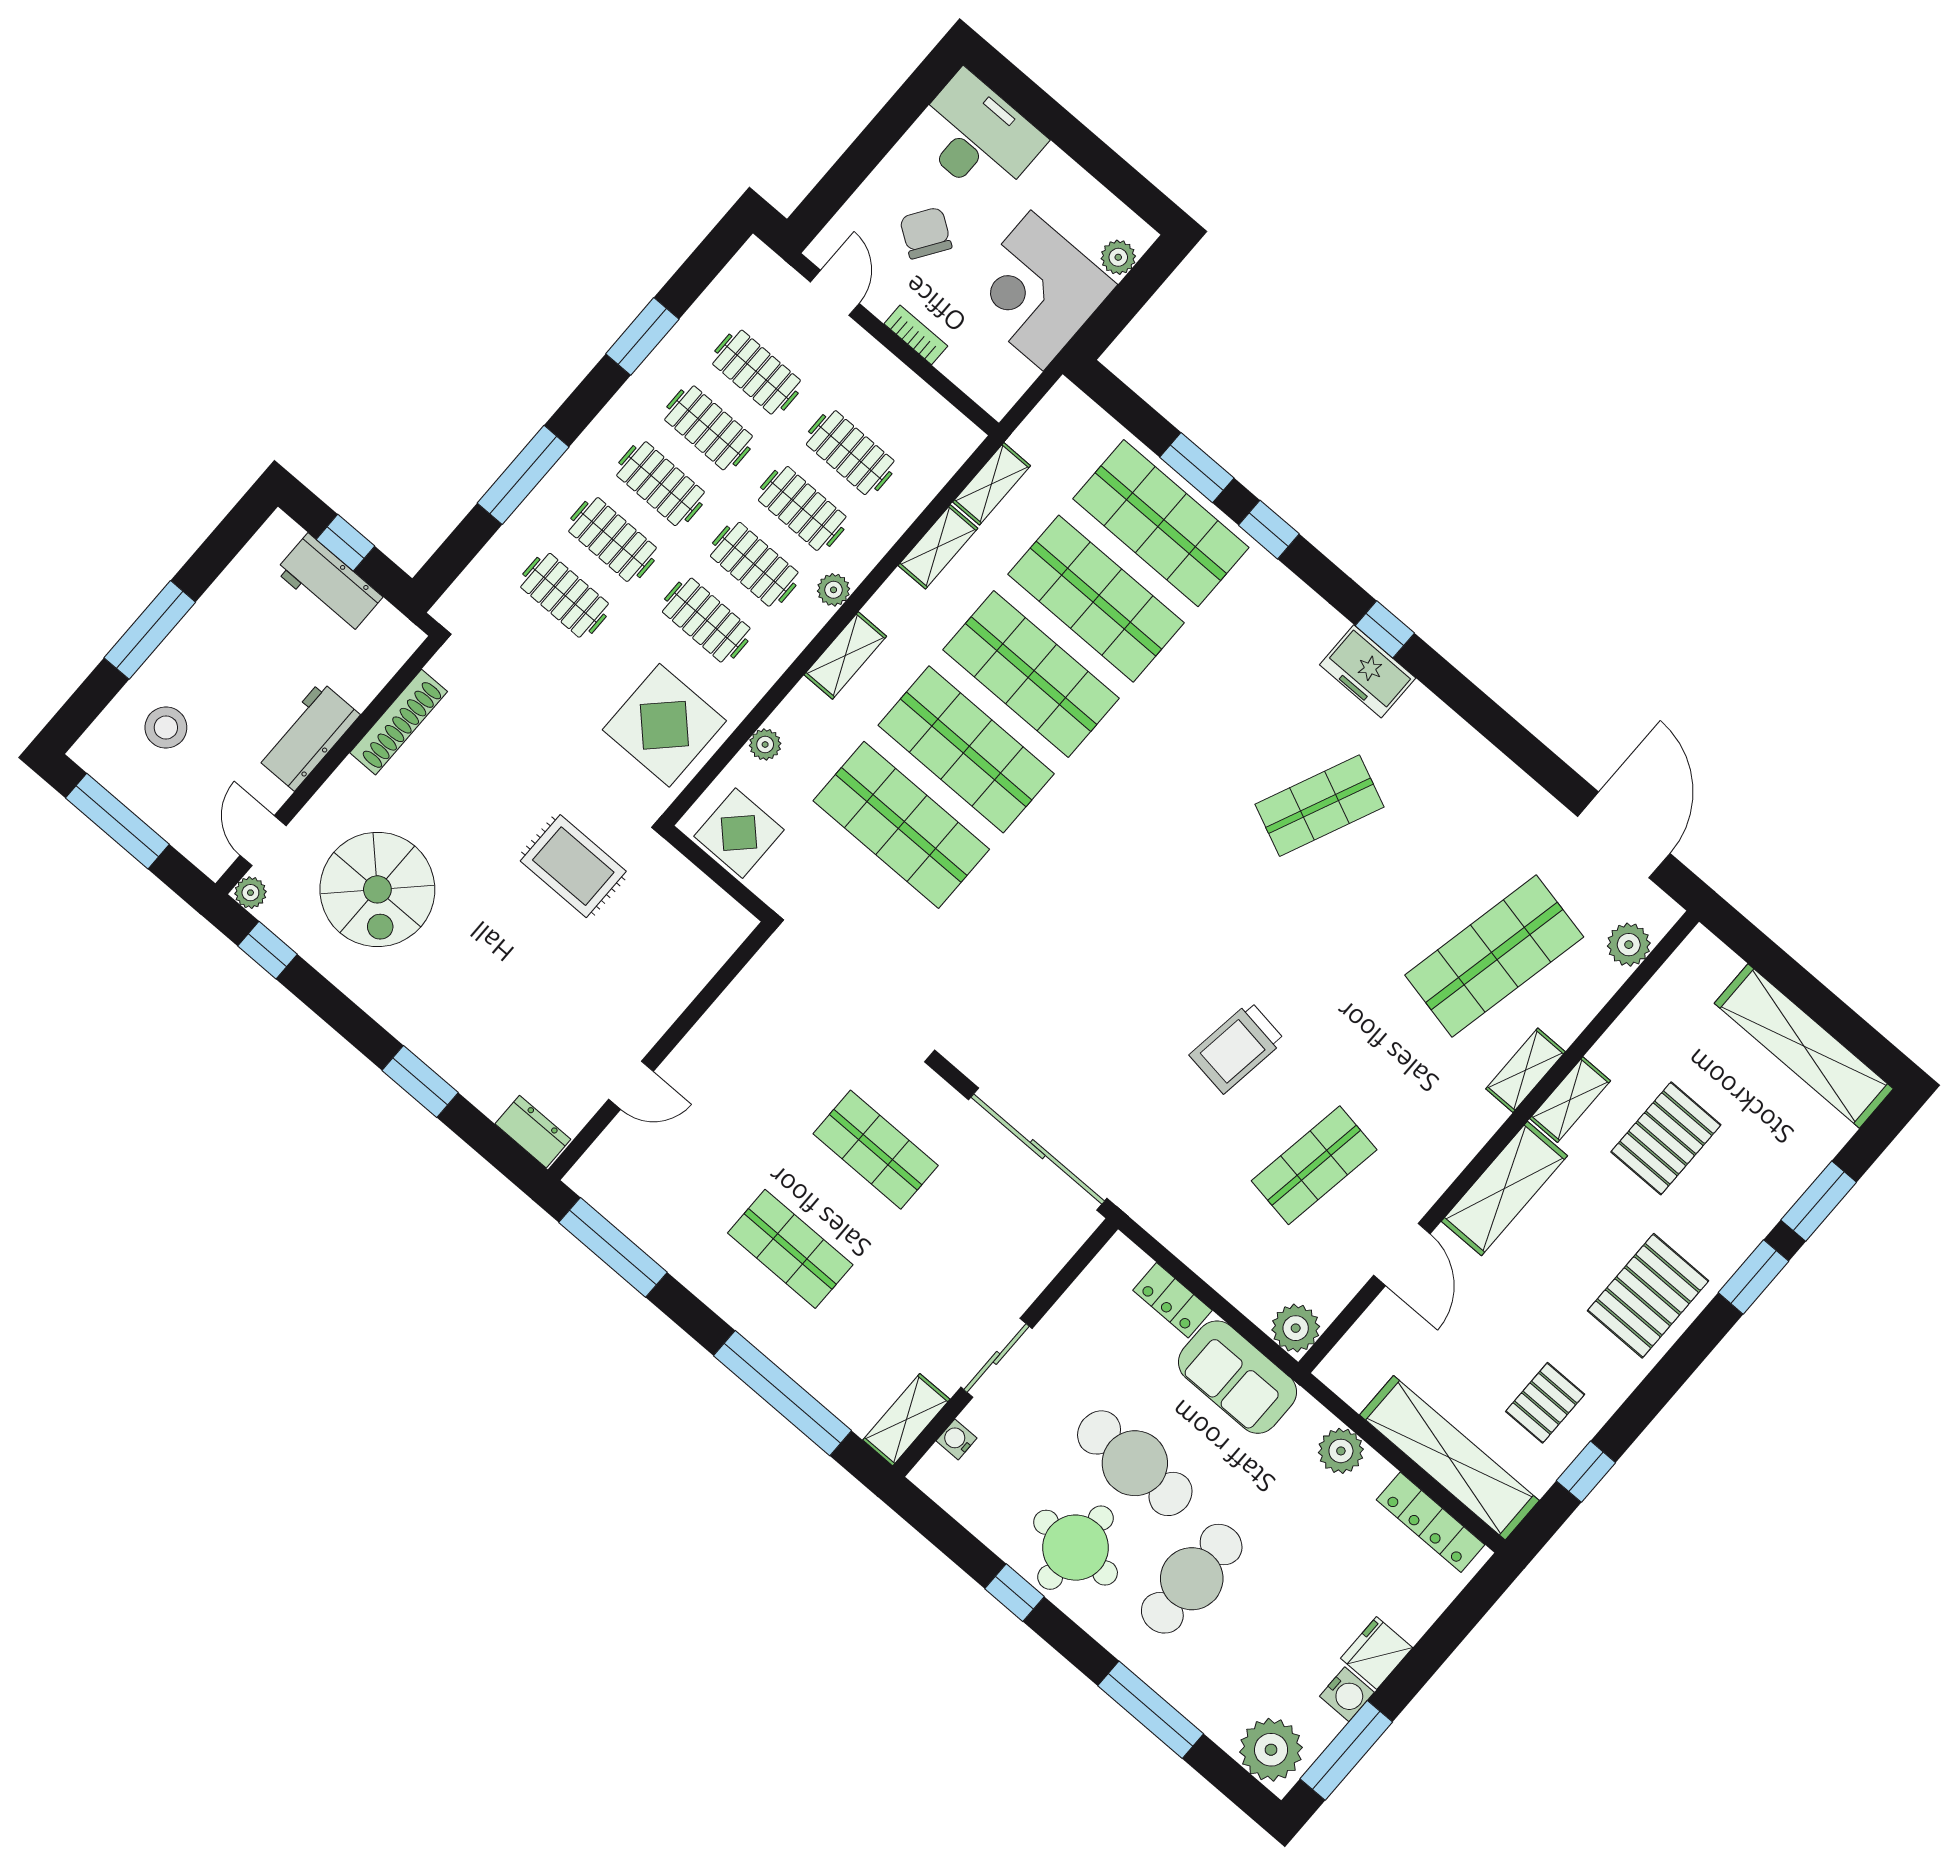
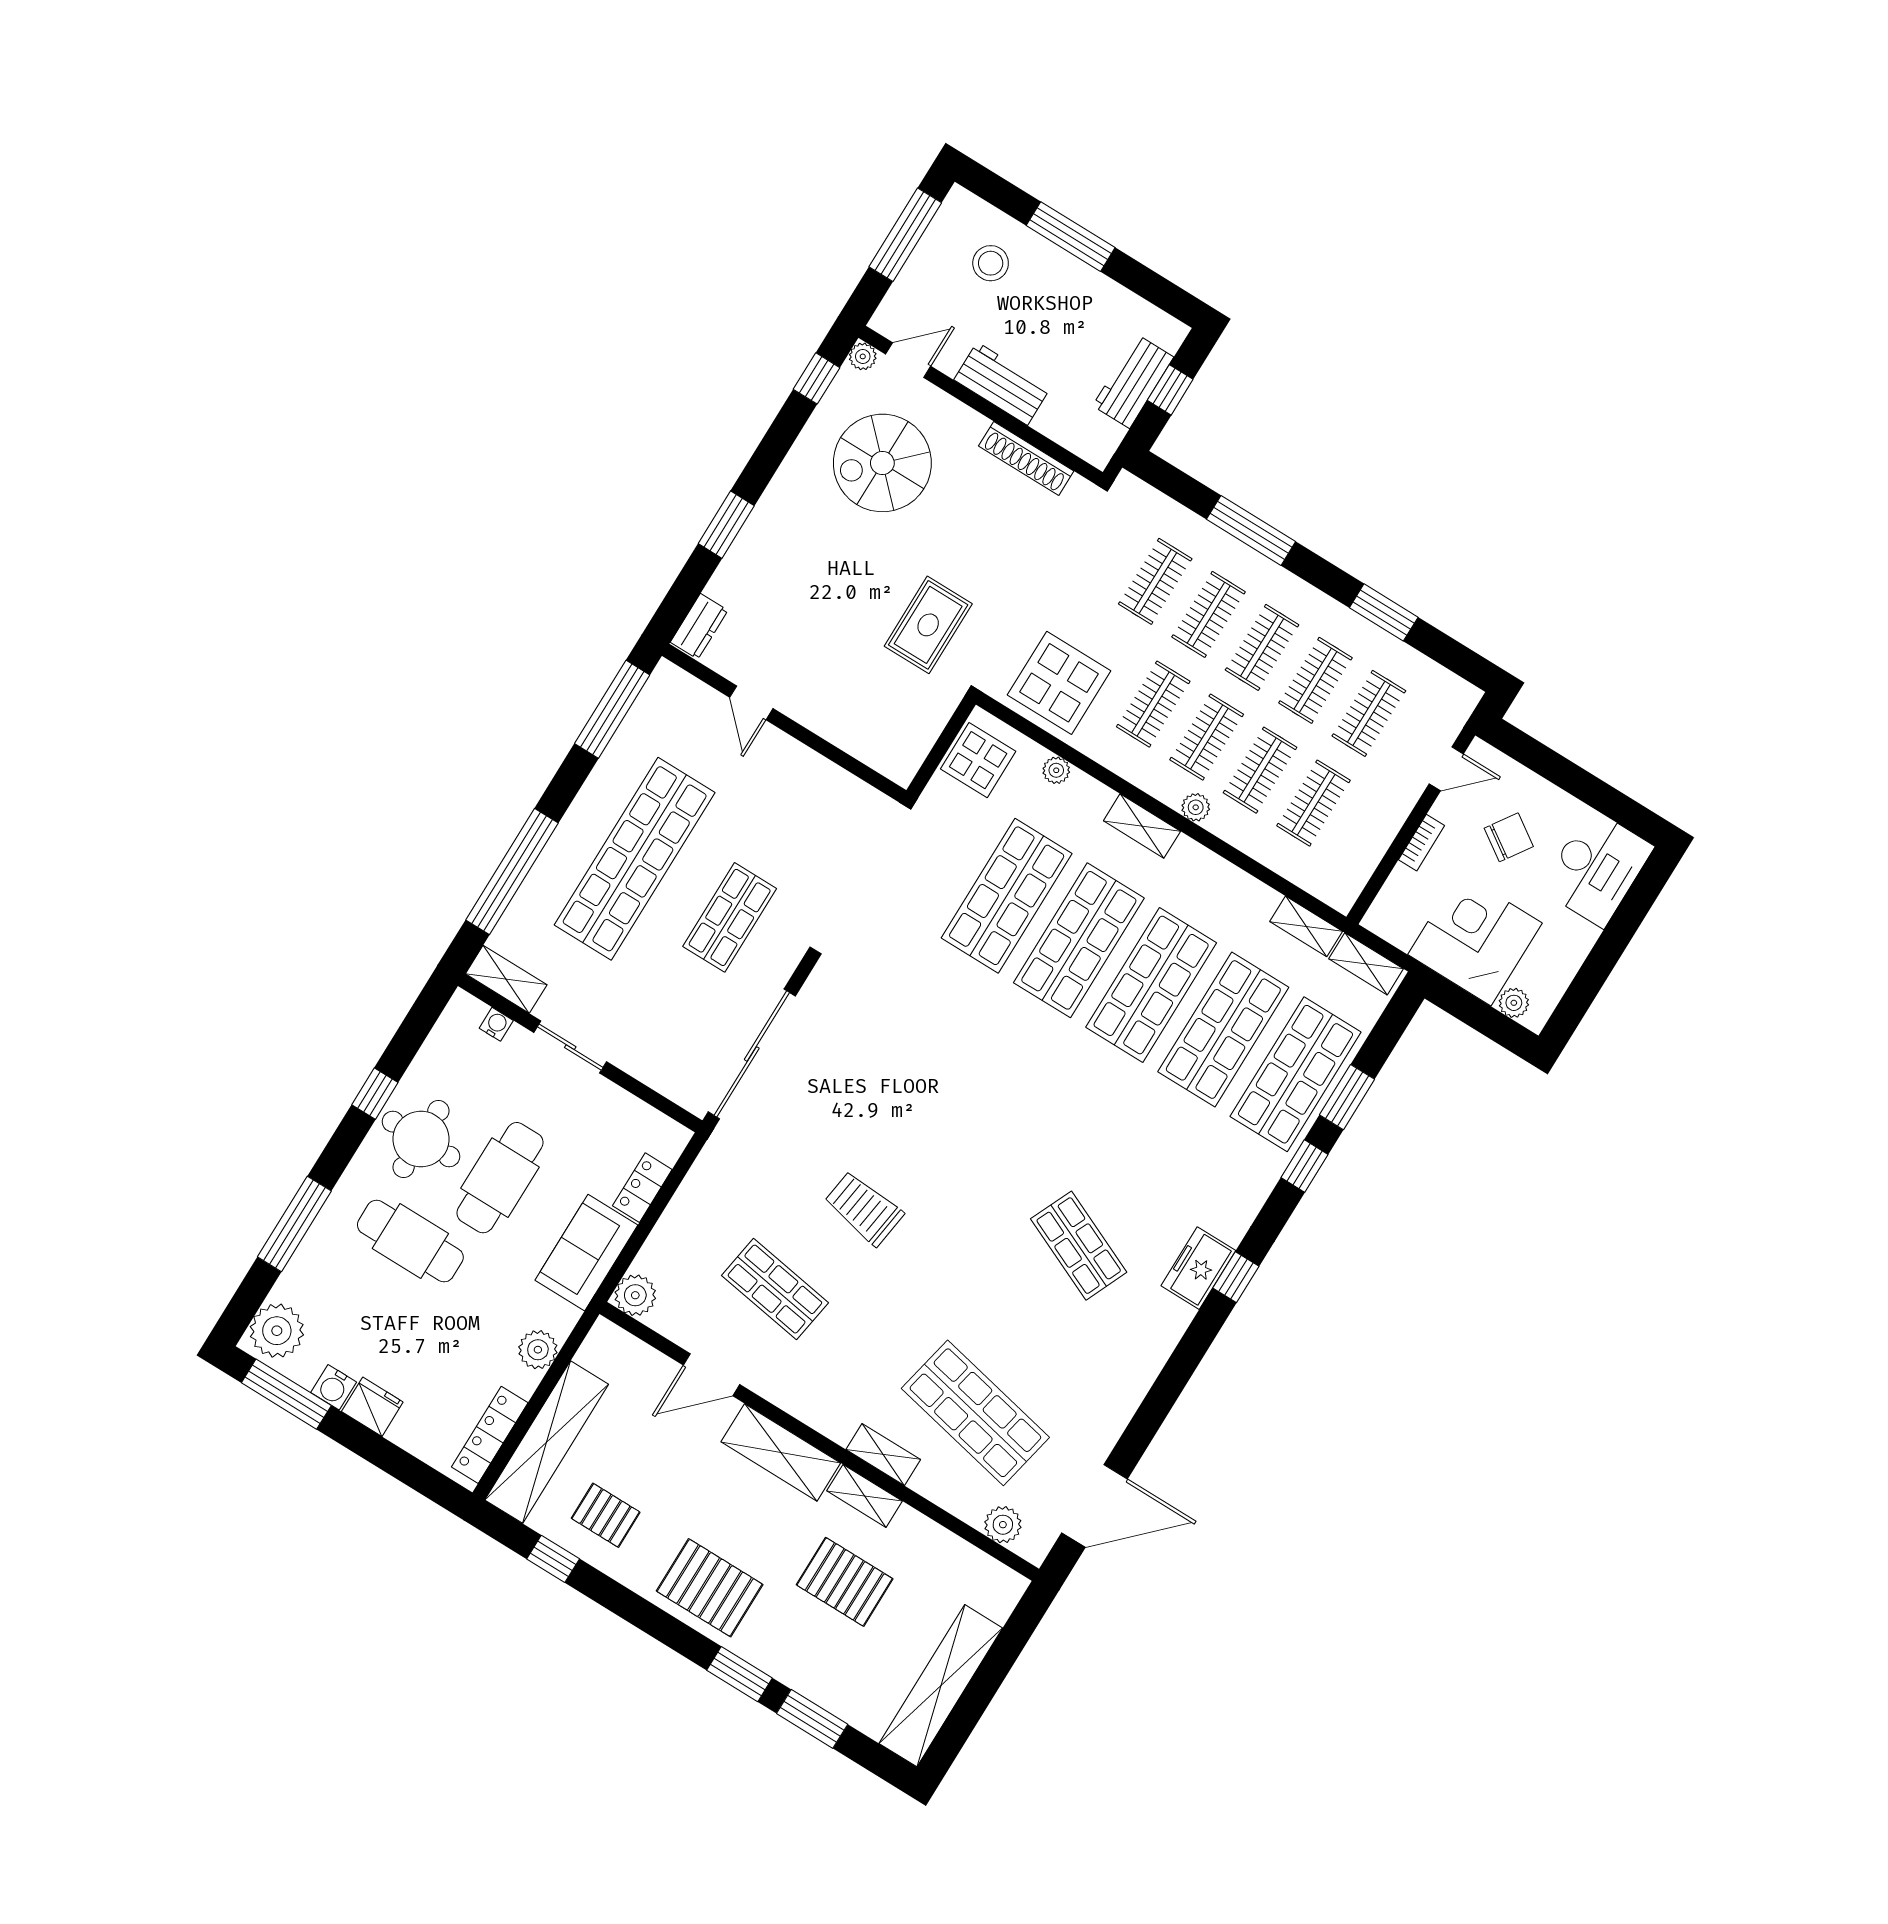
shelving: (938, 547) -> (1366, 964), moved
shop shelf: (790, 1249) -> (635, 859), width x2.00, depth x1.36

